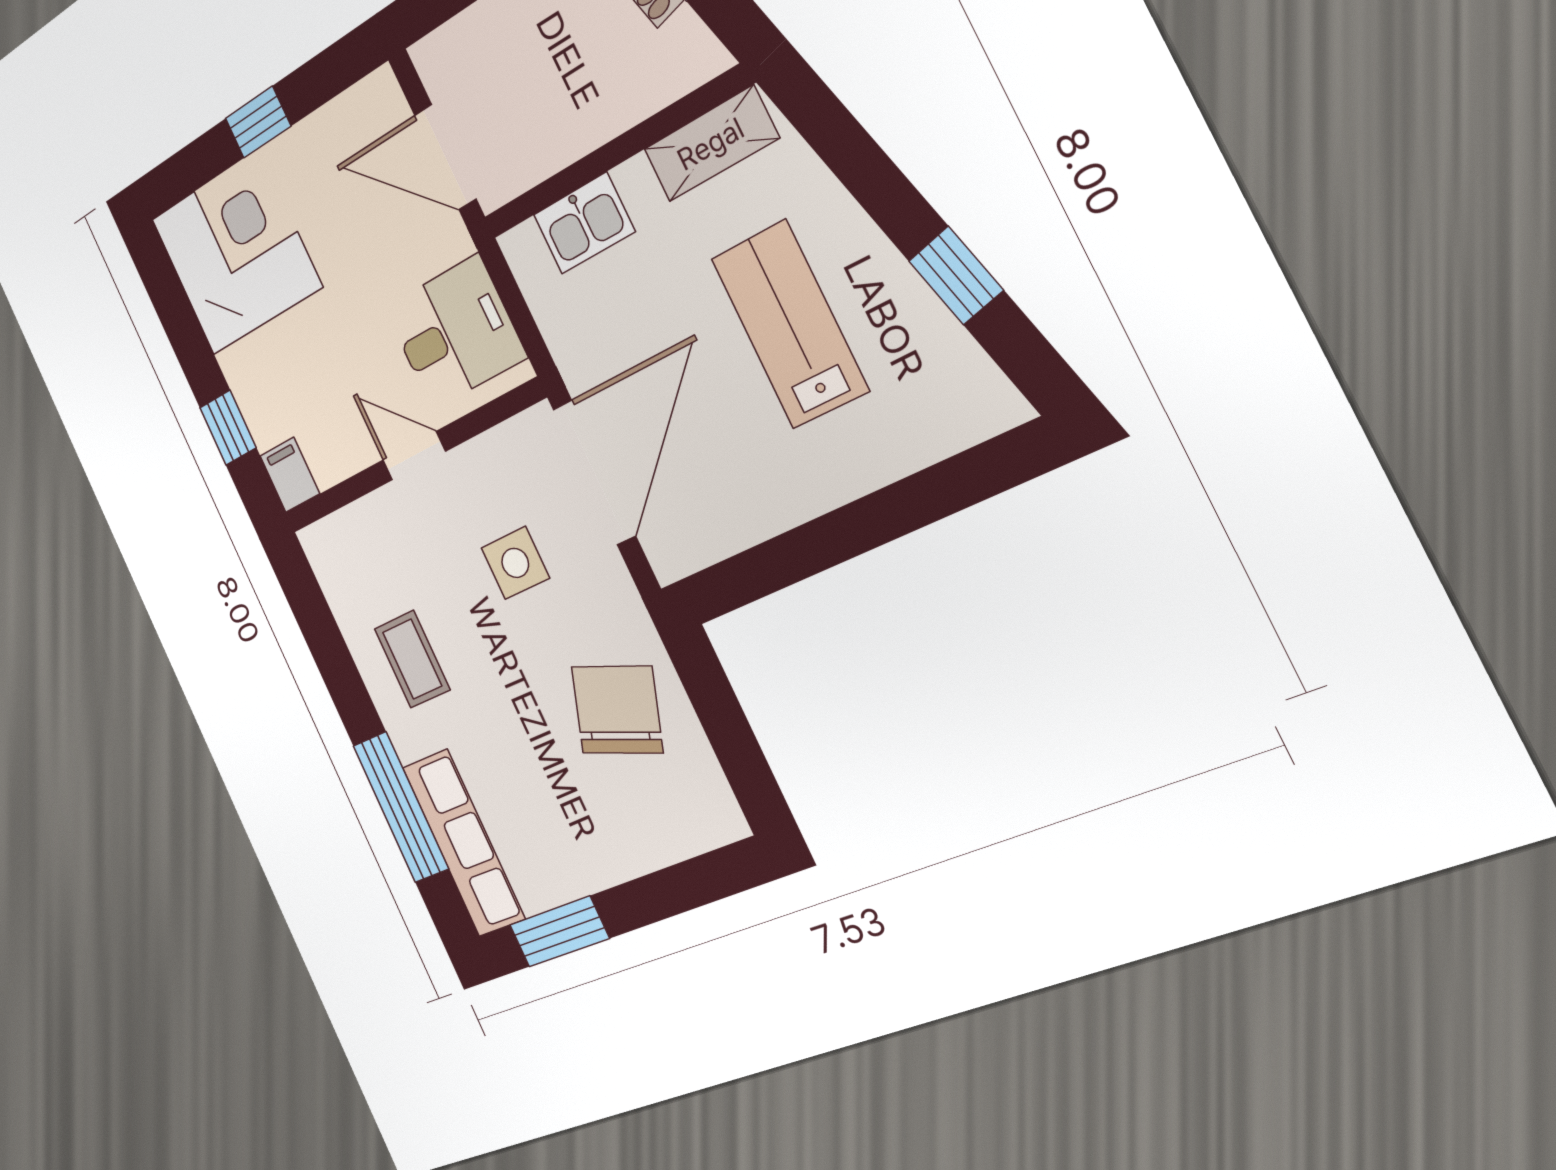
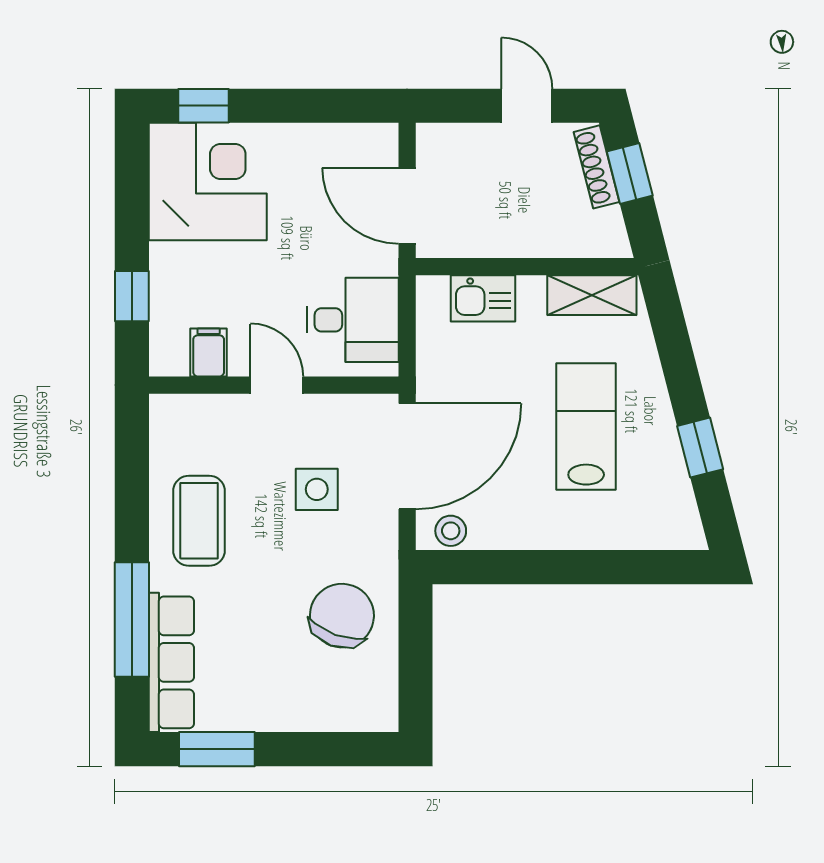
window: (258, 122) -> (203, 106), moved
filing cabinet: (290, 475) -> (209, 352), moved
stool: (690, 545) -> (451, 531), added
coffee table: (412, 659) -> (199, 521), width x1.36, depth x1.30

